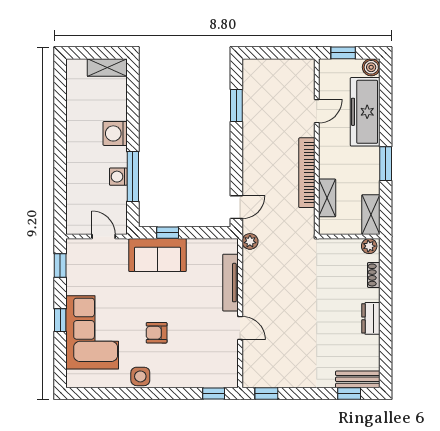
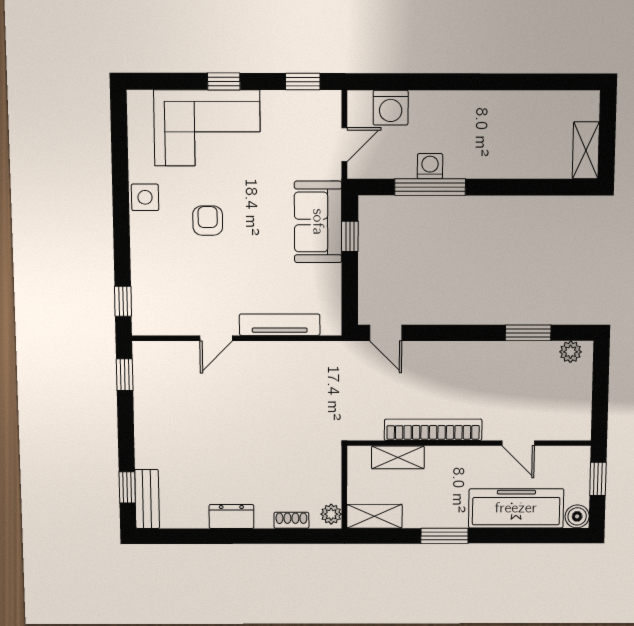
washing machine: (115, 133) -> (391, 108), moved, turned 180
plant: (250, 241) -> (571, 352), moved

